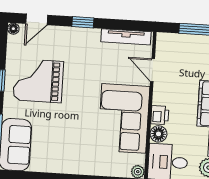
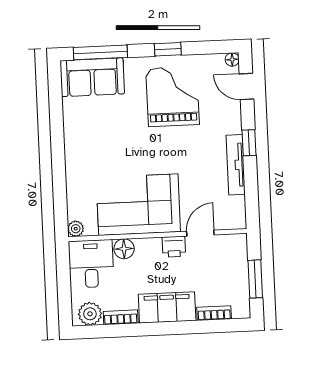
tv unit: (126, 37) -> (236, 165), moved
printer: (160, 115) -> (174, 247), moved

